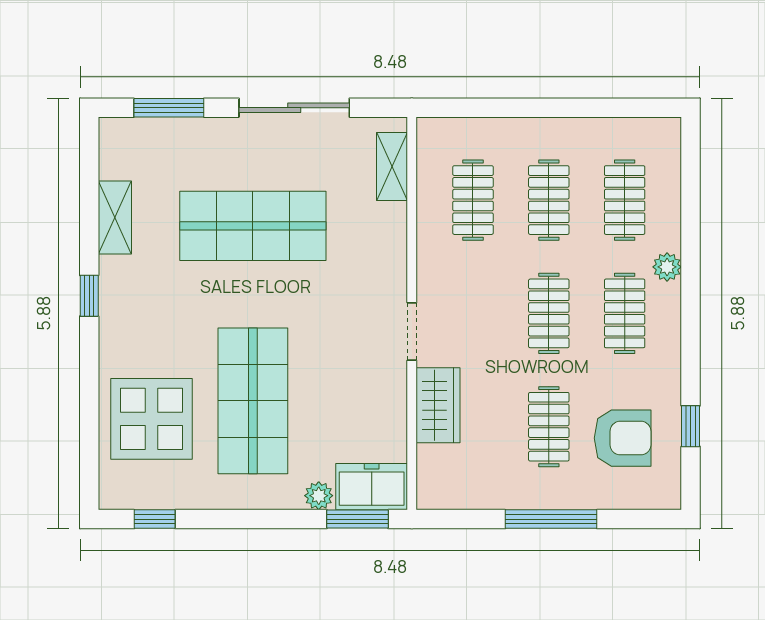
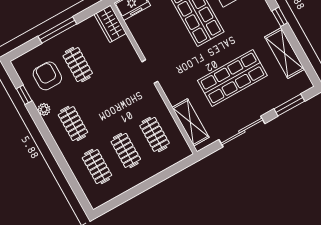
shelving: (392, 167) -> (191, 122), width x1.50, depth x1.33
shelving: (115, 218) -> (284, 53), width x1.50, depth x1.33
plant: (667, 267) -> (44, 109), moved
clothes rail: (549, 313) -> (102, 108), removed
wardrobe: (438, 405) -> (110, 24), moved
armchair: (623, 438) -> (47, 76), turned 90

